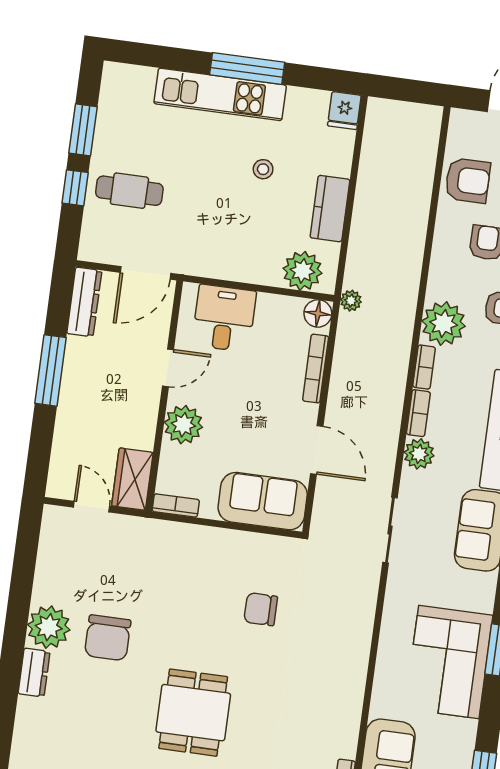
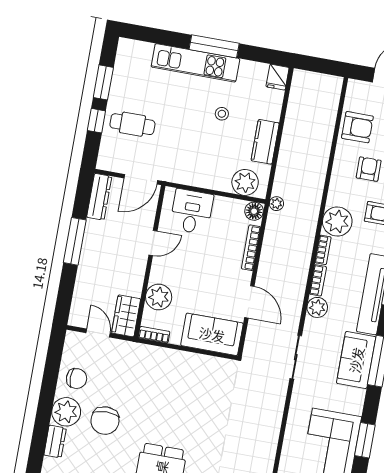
plant: (183, 425) -> (159, 297), moved
chair: (261, 609) -> (77, 379), moved, turned 180

